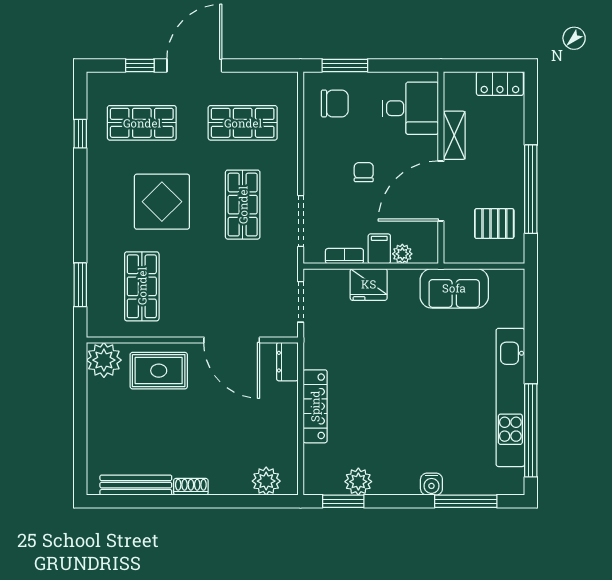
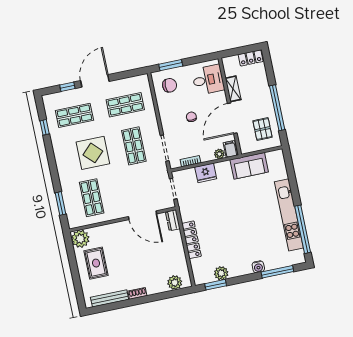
pallet: (494, 224) -> (263, 129), turned 90
filing cabinet: (379, 249) -> (230, 149), moved
rug: (159, 371) -> (96, 263), moved, turned 90

